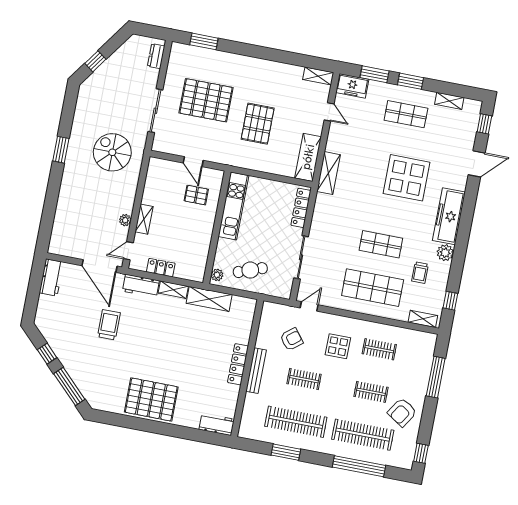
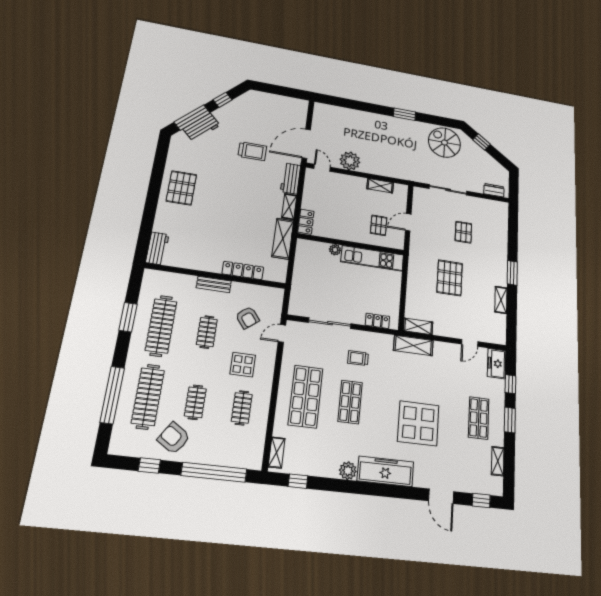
window: (204, 41) -> (512, 273), moved
window: (374, 74) -> (510, 384), width x0.67
shelving: (318, 76) -> (501, 300), moved
pallet: (206, 100) -> (463, 232), width x0.49, depth x0.50
pallet: (258, 124) -> (450, 278), turned 90
spiral stairs: (112, 152) -> (444, 143), moved, turned -90
shelving: (308, 157) -> (418, 326), width x0.67, depth x0.75
locker: (301, 208) -> (377, 321), width x0.66
shelving: (144, 219) -> (380, 186), moved
plant: (125, 220) -> (350, 161), width x1.88, depth x1.88
locker: (161, 268) -> (306, 222), moved
cafe table: (250, 270) -> (313, 276), removed
trolley: (420, 273) -> (358, 358), moved
plant: (217, 275) -> (335, 250), moved
workbench: (51, 277) -> (202, 127), moved, turned -45
door: (309, 306) -> (282, 333), swing flipped
locker: (238, 364) -> (243, 270), moved
bench: (256, 371) -> (214, 284), width x0.73
window: (436, 377) -> (214, 472), width x1.46
pallet: (151, 399) -> (181, 188), width x0.73, depth x0.71
window: (421, 453) -> (149, 465), moved

